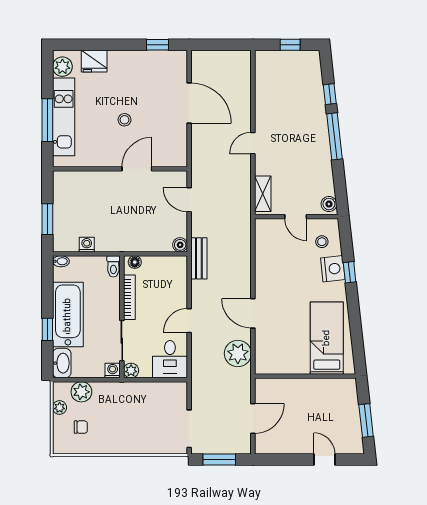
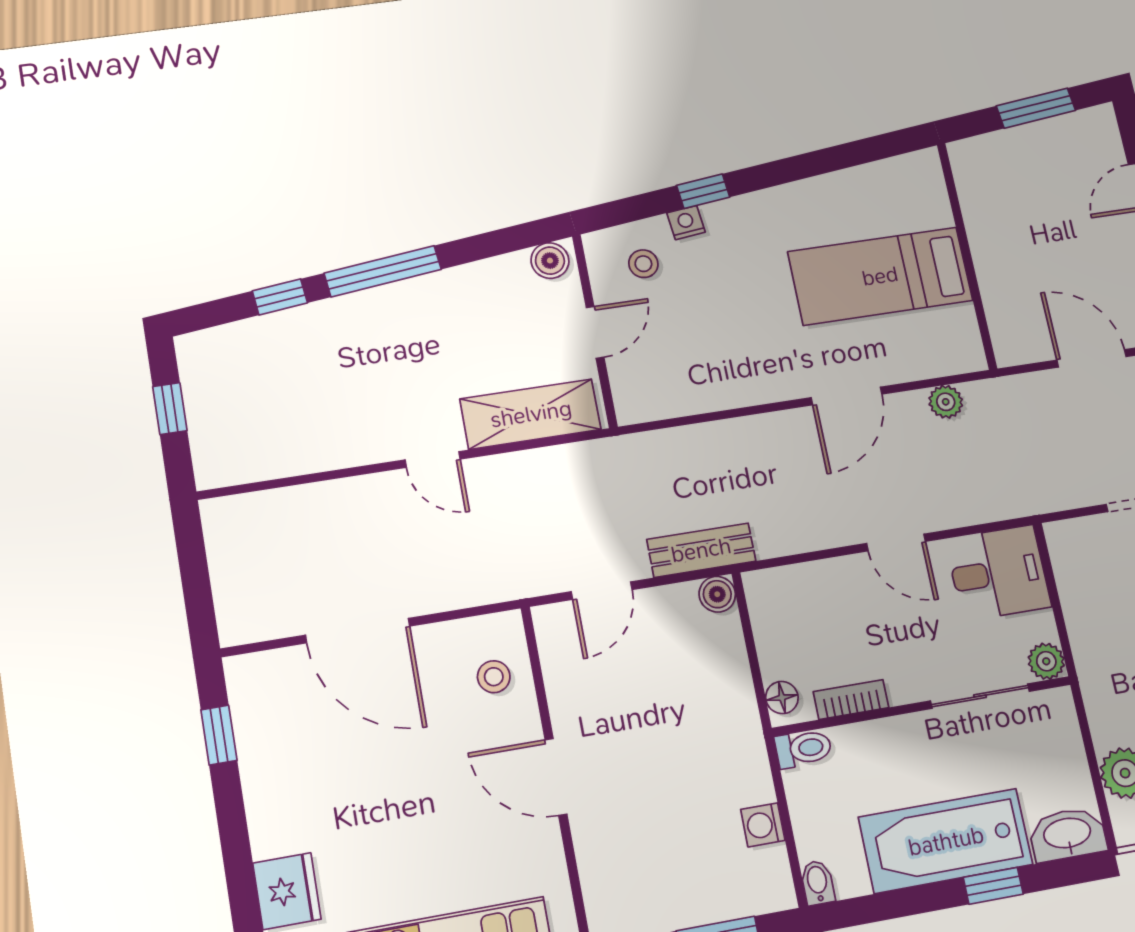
door: (189, 103) -> (358, 631), swing flipped
stool: (124, 120) -> (494, 677), moved
door: (137, 169) -> (556, 777), moved
shelving: (263, 194) -> (531, 414), width x1.50, depth x1.33
bench: (199, 258) -> (701, 550), moved
nightstand: (333, 269) -> (686, 223), width x0.53, depth x0.56
bookcase: (129, 297) -> (851, 700), width x0.64
bed: (327, 338) -> (880, 276), moved
plant: (238, 354) -> (946, 402), width x0.53, depth x0.53
washing machine: (113, 371) -> (1057, 706), removed

